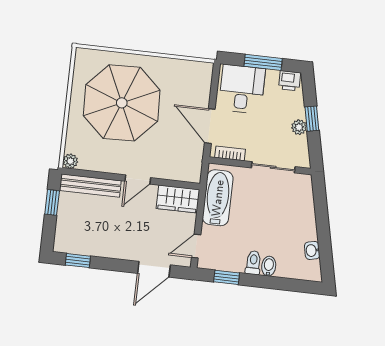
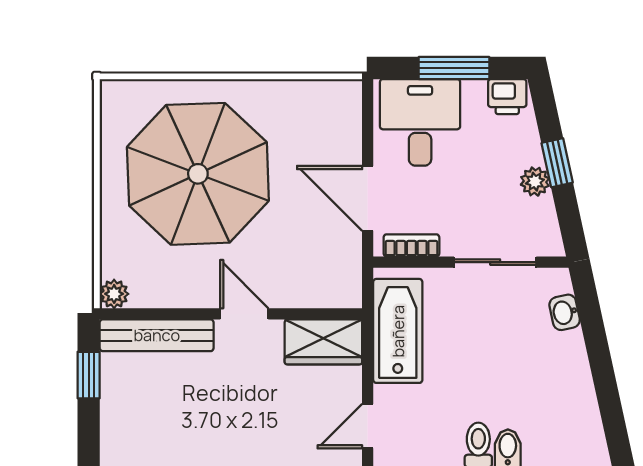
door: (138, 179) -> (244, 314), swing flipped
washbasin: (312, 250) -> (565, 312), moved

